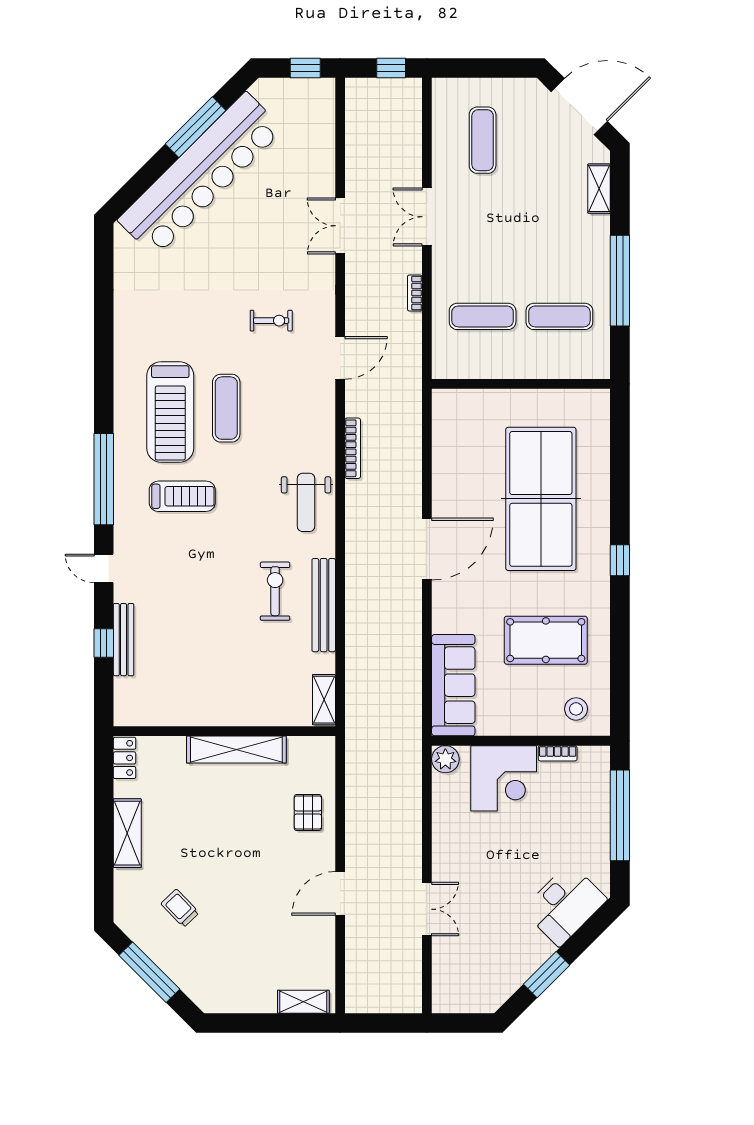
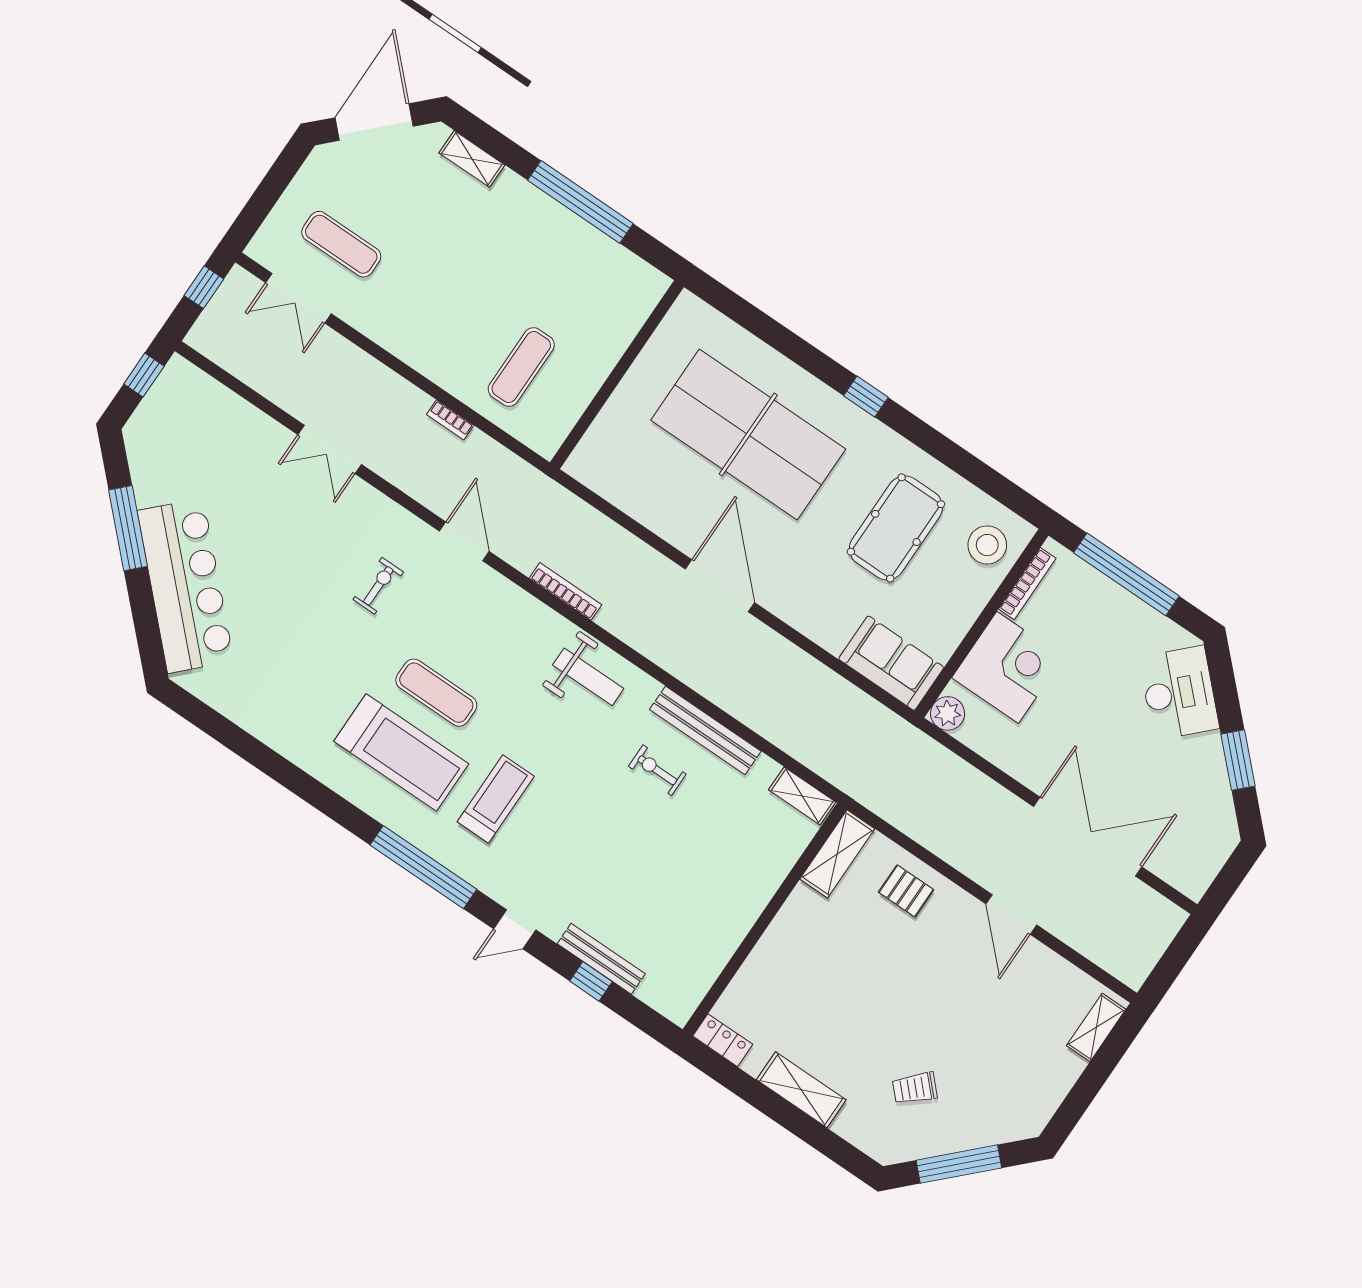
bar counter: (201, 175) -> (186, 586), width x0.73
double door: (427, 217) -> (298, 298), moved
exercise mat: (559, 316) -> (575, 288), removed
exercise bike: (275, 591) -> (657, 770), width x0.73, depth x0.72
sofa: (453, 685) -> (891, 663), width x0.73
stool: (576, 709) -> (987, 545), width x1.38, depth x1.38
shelving: (236, 750) -> (837, 854), moved, width x0.68
bookcase: (558, 753) -> (1027, 584), width x1.56
double door: (427, 909) -> (1088, 837), width x1.87

